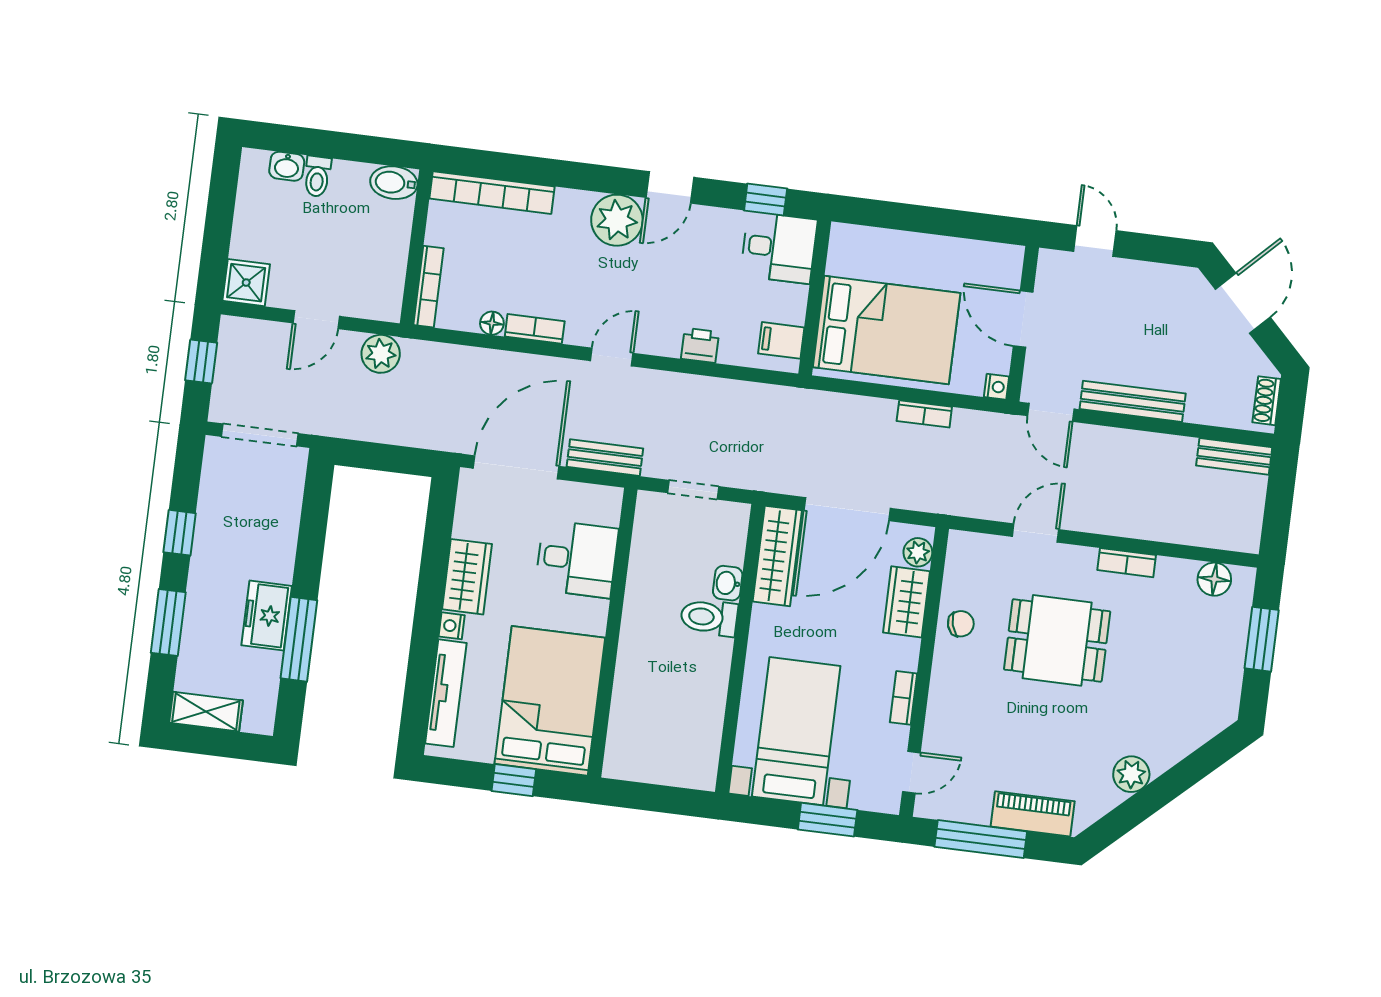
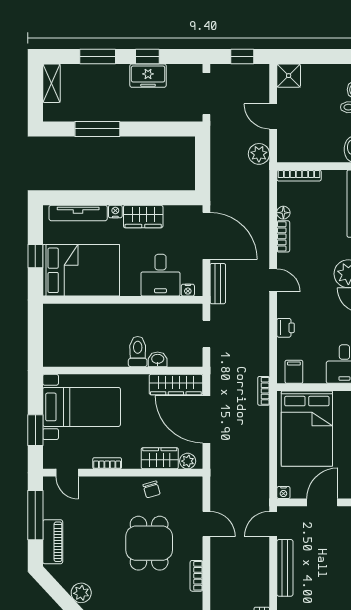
bookcase: (924, 414) -> (264, 391), moved
nightstand: (610, 513) -> (188, 290), added
freezer: (267, 616) -> (148, 76), moved, turned 180

